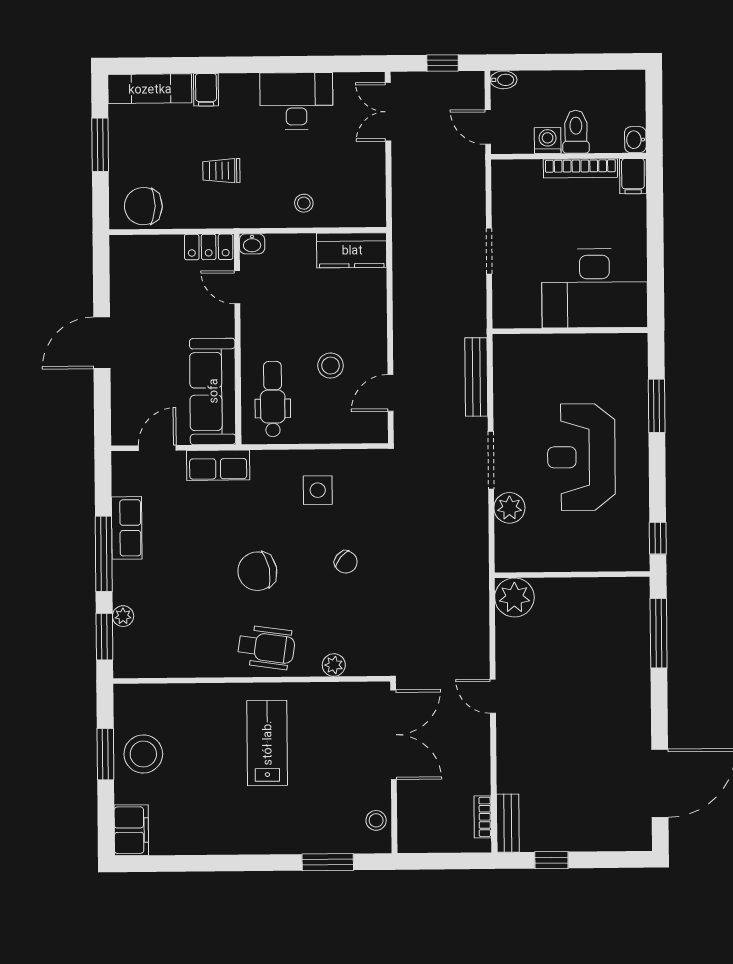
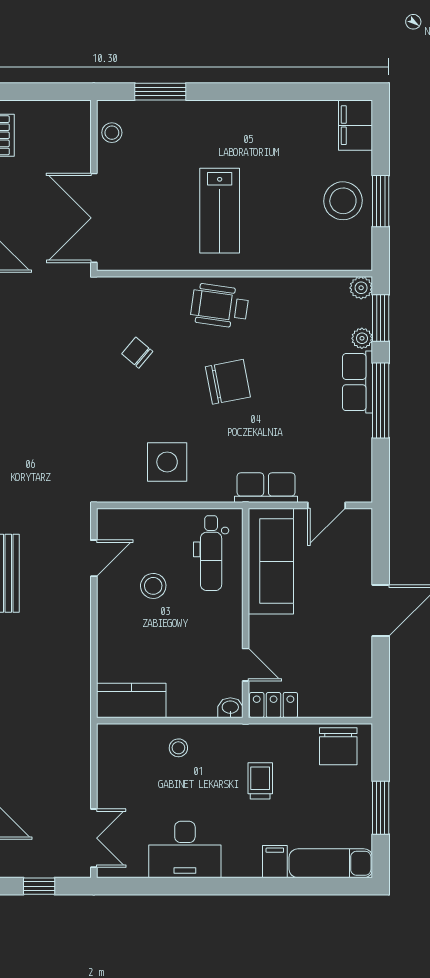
trolley: (221, 171) -> (260, 781), turned -90
chair: (143, 206) -> (338, 746), turned 88
side table: (318, 490) -> (167, 462), width x1.37, depth x1.37
row of seats: (127, 528) -> (358, 382), moved
chair: (346, 562) -> (137, 353), moved
plant: (334, 665) -> (361, 288), moved

